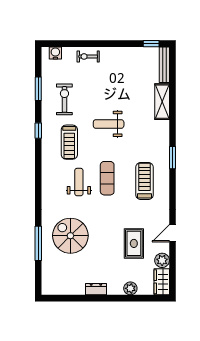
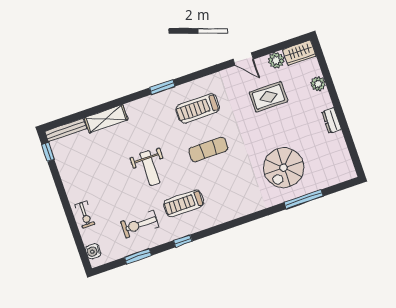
treadmill: (69, 142) -> (184, 203), turned 180
weight bench: (79, 182) -> (223, 178), removed

